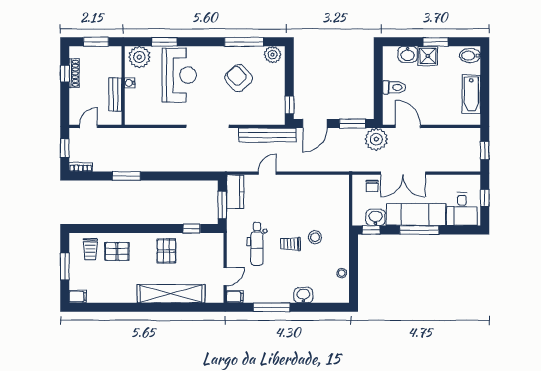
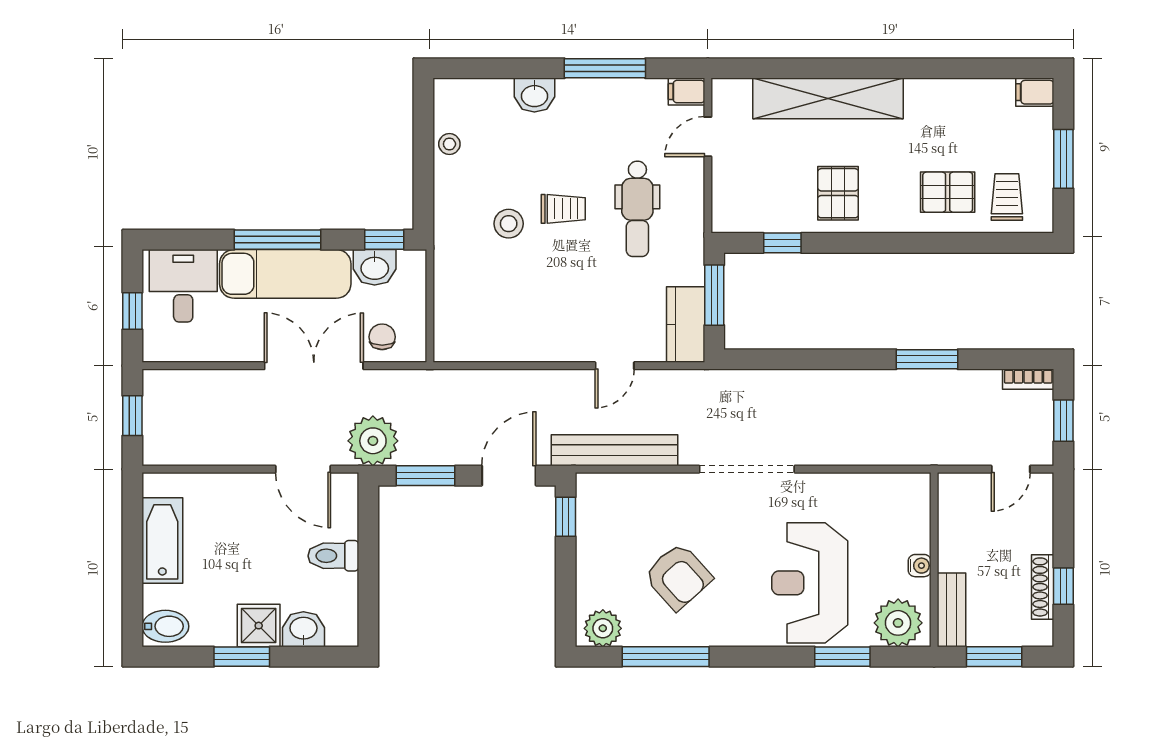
bench: (115, 95) -> (951, 610), moved
dental chair: (257, 244) -> (637, 209), turned 180

